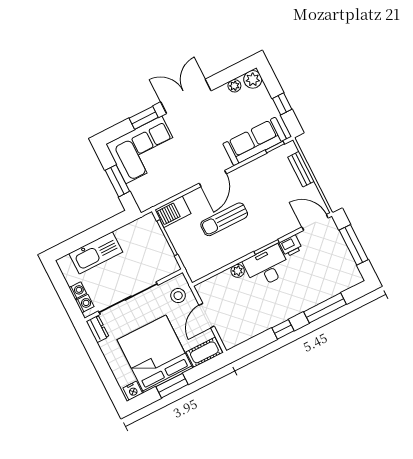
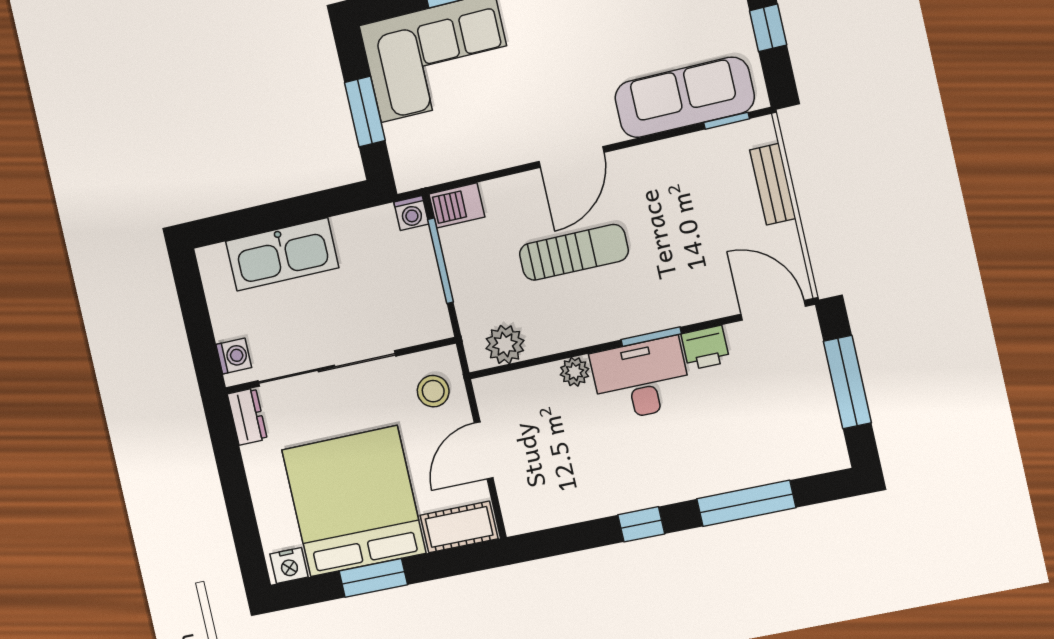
barbecue: (173, 212) -> (457, 205), width x0.73, depth x0.79
sun lounger: (224, 219) -> (574, 252), turned 180
plant: (204, 267) -> (505, 345), added
washing machine: (78, 290) -> (411, 213), moved, turned 90

